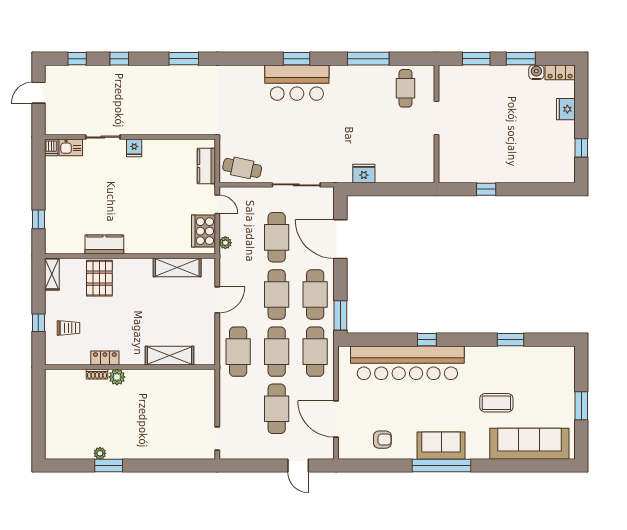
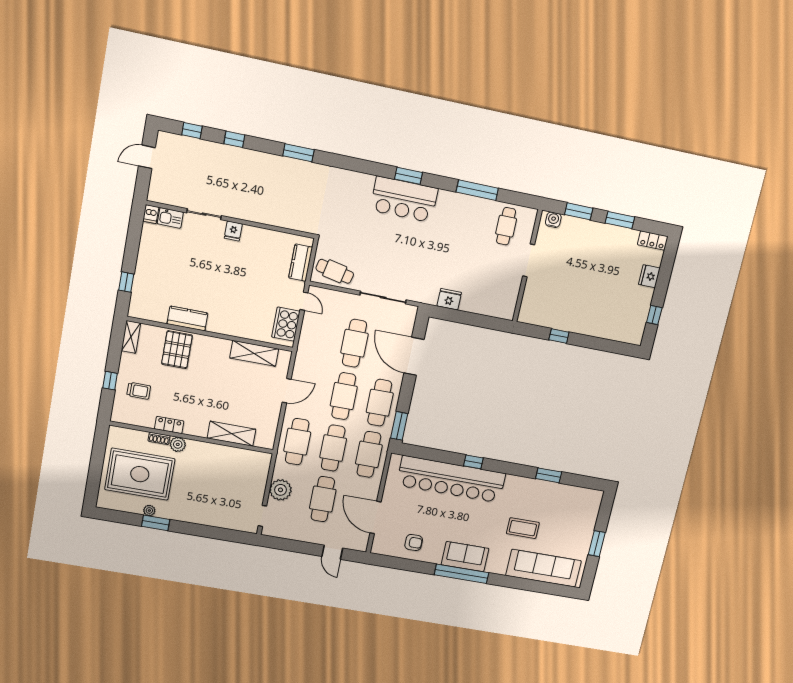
water cooler: (536, 72) -> (553, 220), moved
plant: (225, 243) -> (280, 490), moved, width x1.88, depth x1.88
rug: (84, 416) -> (140, 474), added

